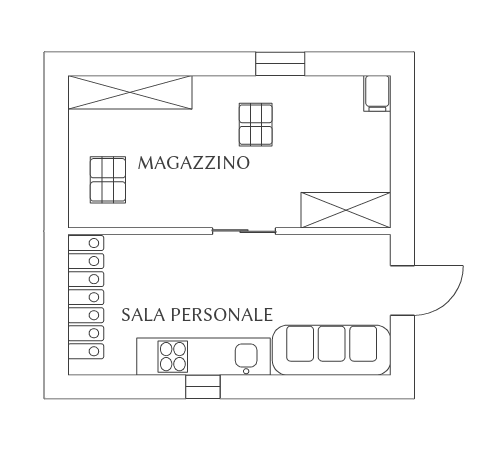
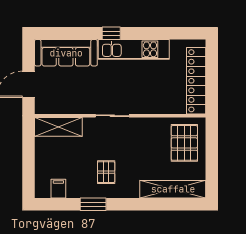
filing cabinet: (377, 93) -> (58, 189), moved
pallet: (108, 180) -> (184, 143), width x1.50, depth x1.42
window: (203, 387) -> (111, 33), moved

